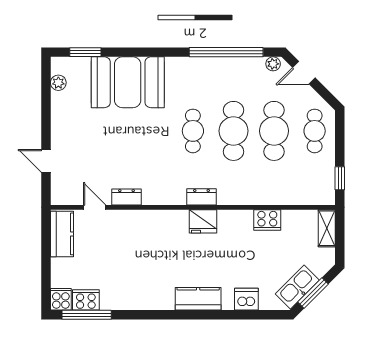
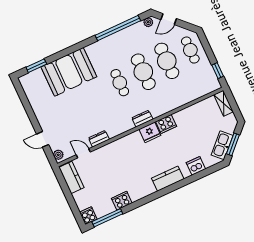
plant: (58, 83) -> (58, 155), moved
cooker: (267, 220) -> (166, 124), moved
cooker: (86, 300) -> (122, 201), moved

